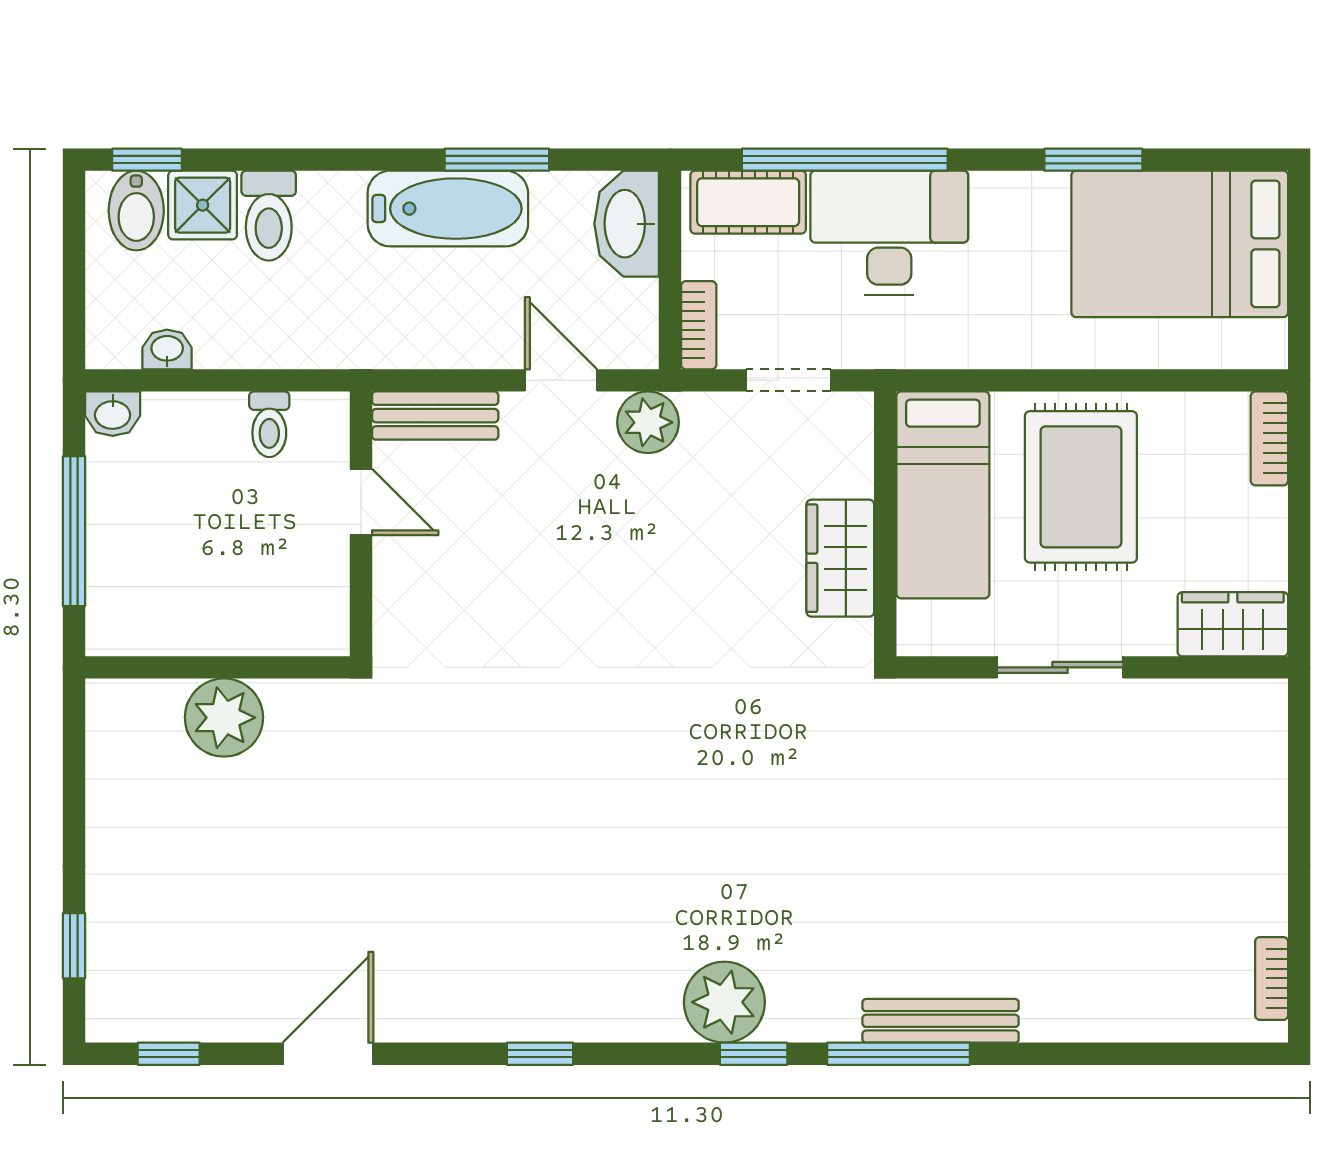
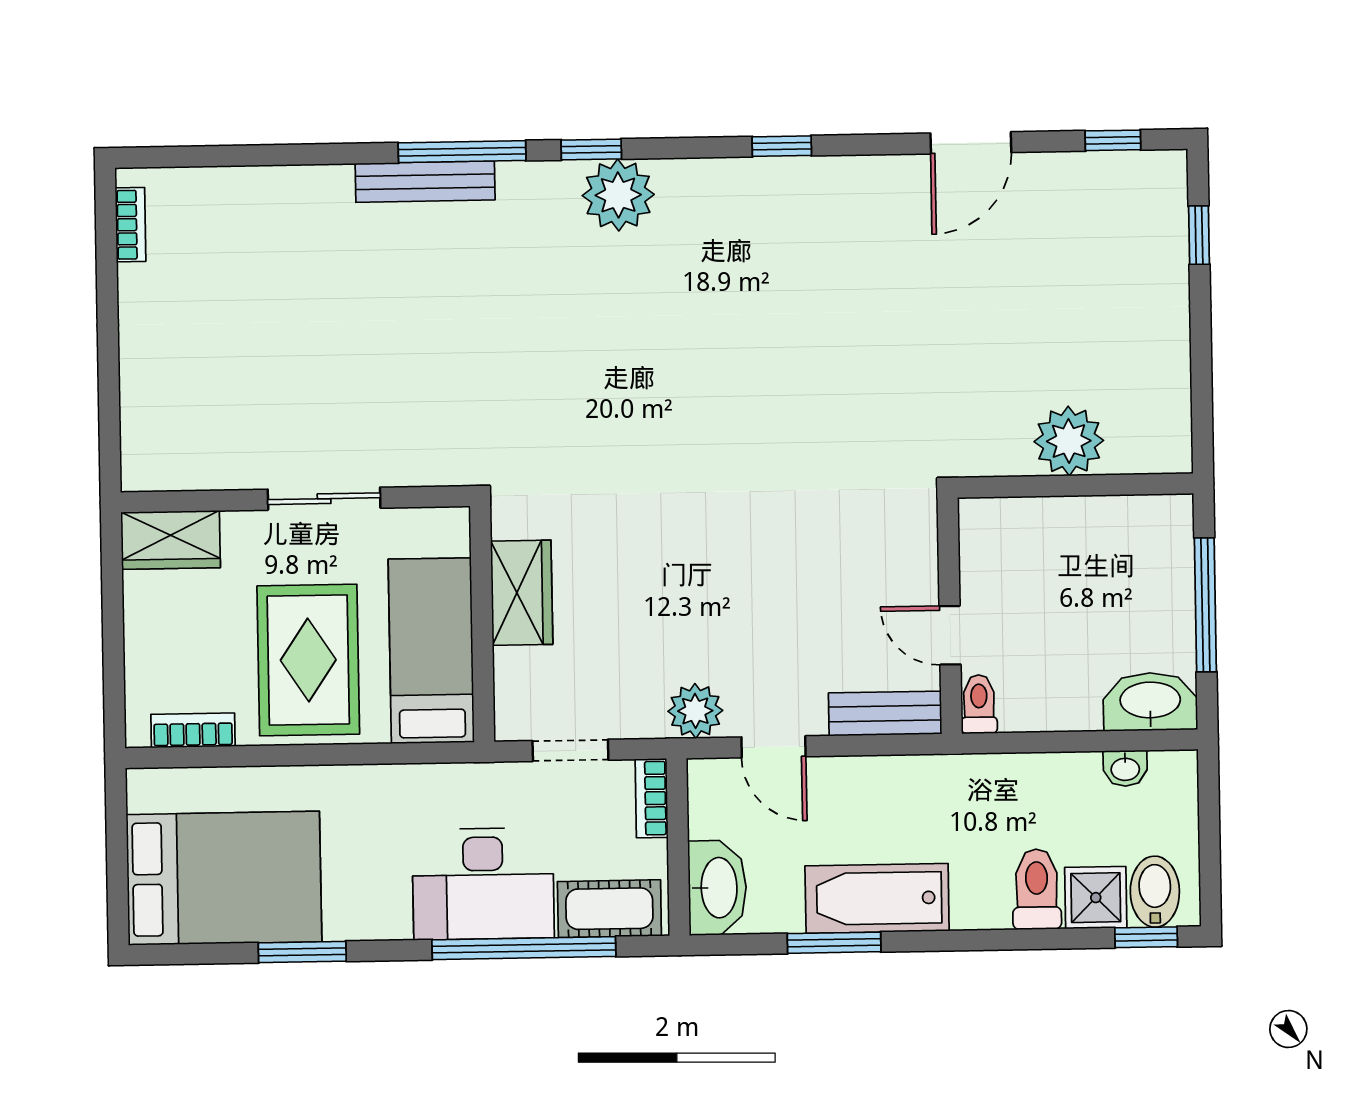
washbasin: (113, 414) -> (1150, 702), width x1.91, depth x1.45
toilet: (269, 424) -> (979, 704), moved
bookcase: (1269, 438) -> (193, 730), moved, turned -90

